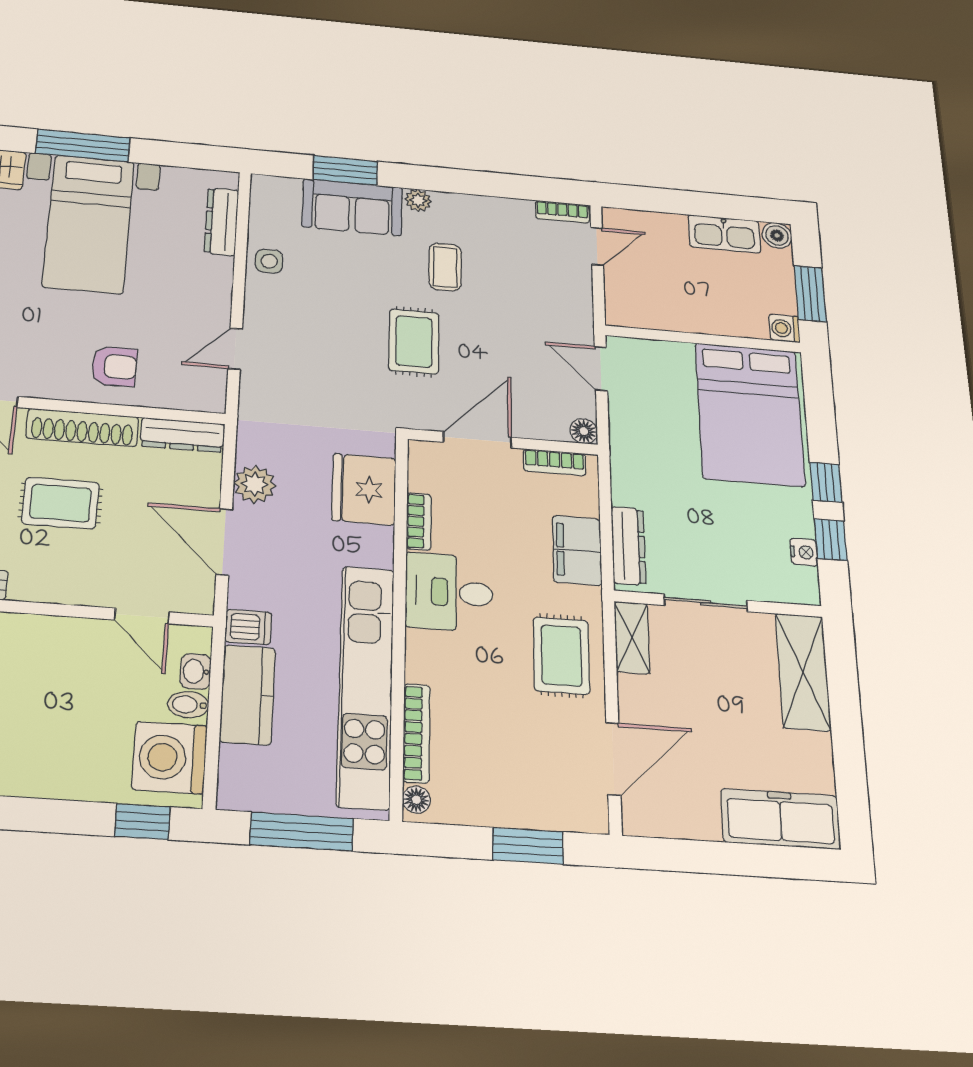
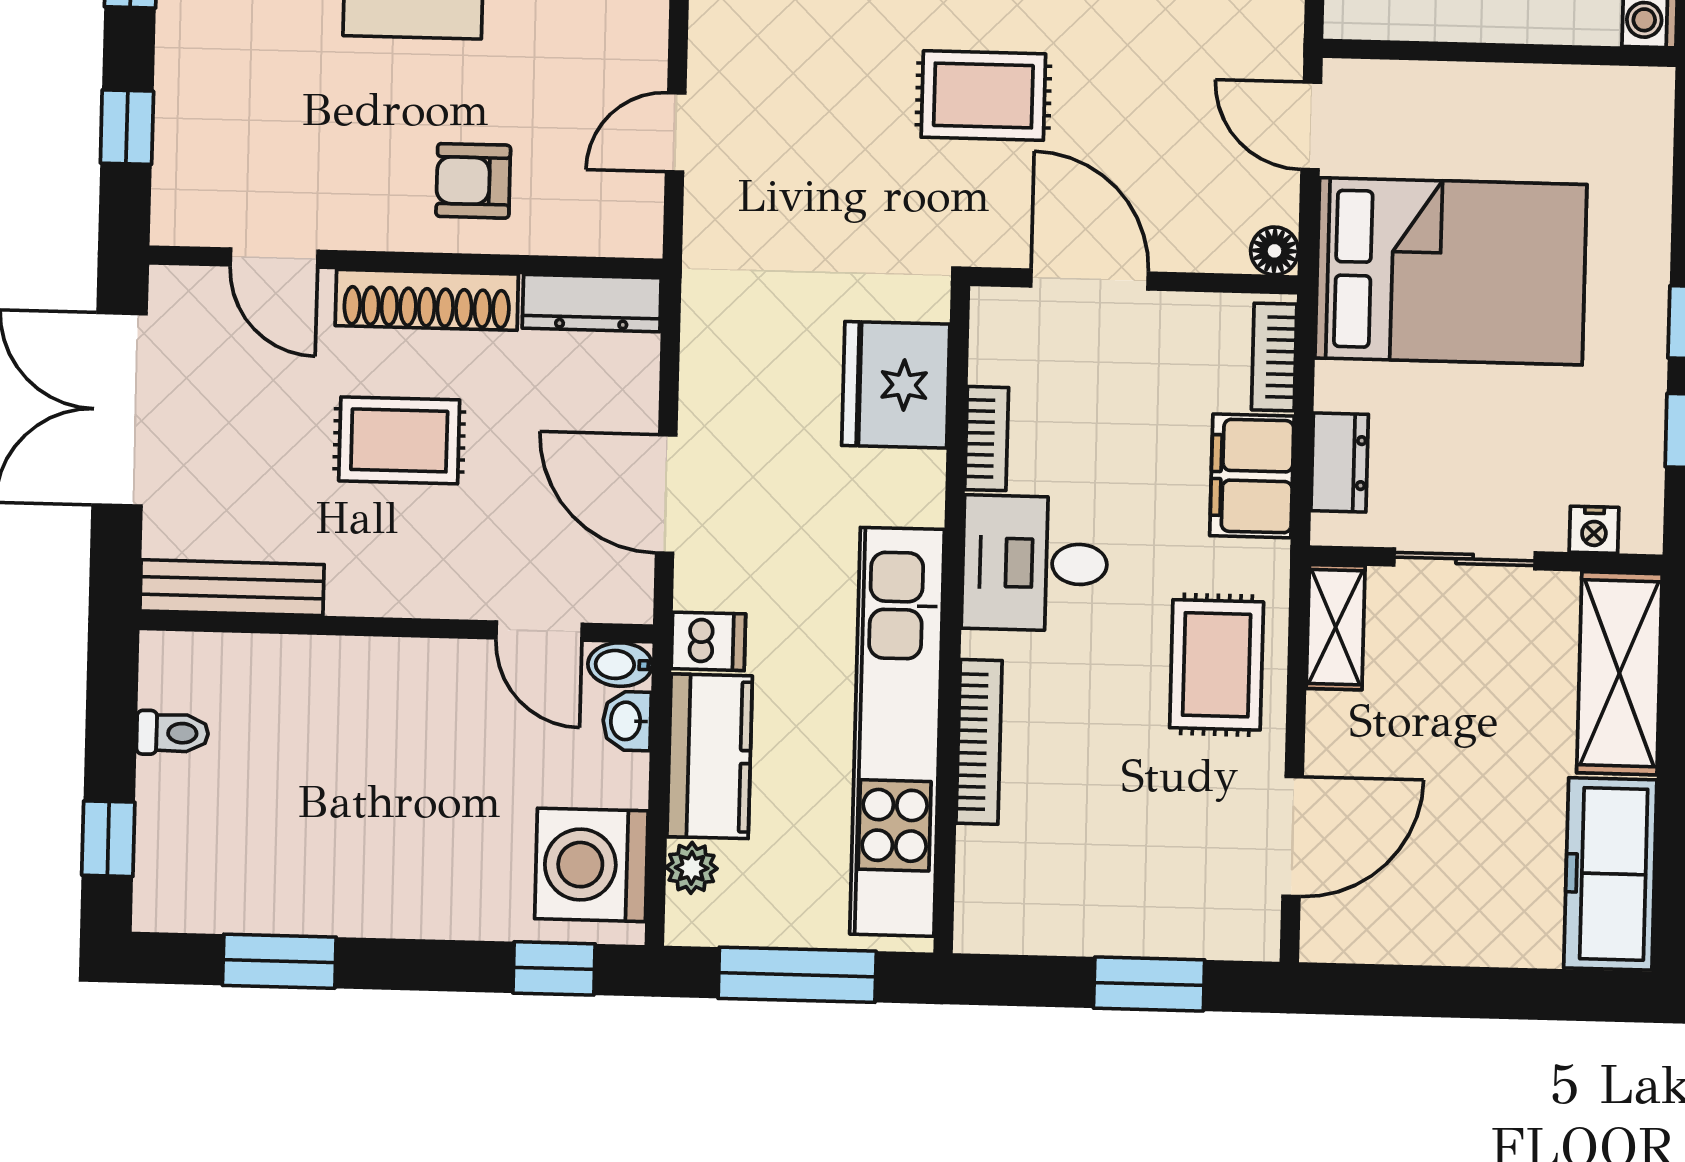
rug: (414, 342) -> (983, 96), turned 90
armchair: (114, 366) -> (473, 181), turned 180
bed: (750, 414) -> (1451, 271), moved, turned -90
door: (477, 440) -> (1090, 280), hinge flipped
bookcase: (555, 462) -> (1274, 357), moved, turned 90
plant: (255, 484) -> (692, 868), moved, width x0.73, depth x0.73
dresser: (628, 546) -> (1340, 463), width x0.70
nightstand: (804, 552) -> (1594, 530), moved, turned 90
bidet: (188, 705) -> (620, 665), moved
bookcase: (416, 733) -> (979, 742), moved
floor lamp: (416, 800) -> (975, 917), removed
freezer: (781, 819) -> (1610, 874), moved, turned -90

